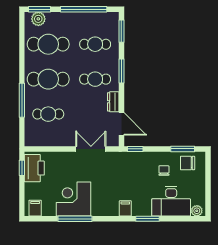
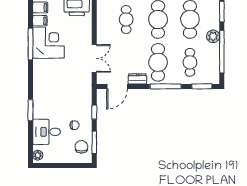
plant: (38, 19) -> (213, 36), moved
window: (121, 71) -> (166, 86), width x1.44
cafe table: (95, 79) -> (158, 62), width x1.37, depth x1.35
window: (135, 149) -> (94, 112), moved
desk: (171, 201) -> (47, 132), width x0.73
filing cabinet: (125, 208) -> (40, 21), moved

